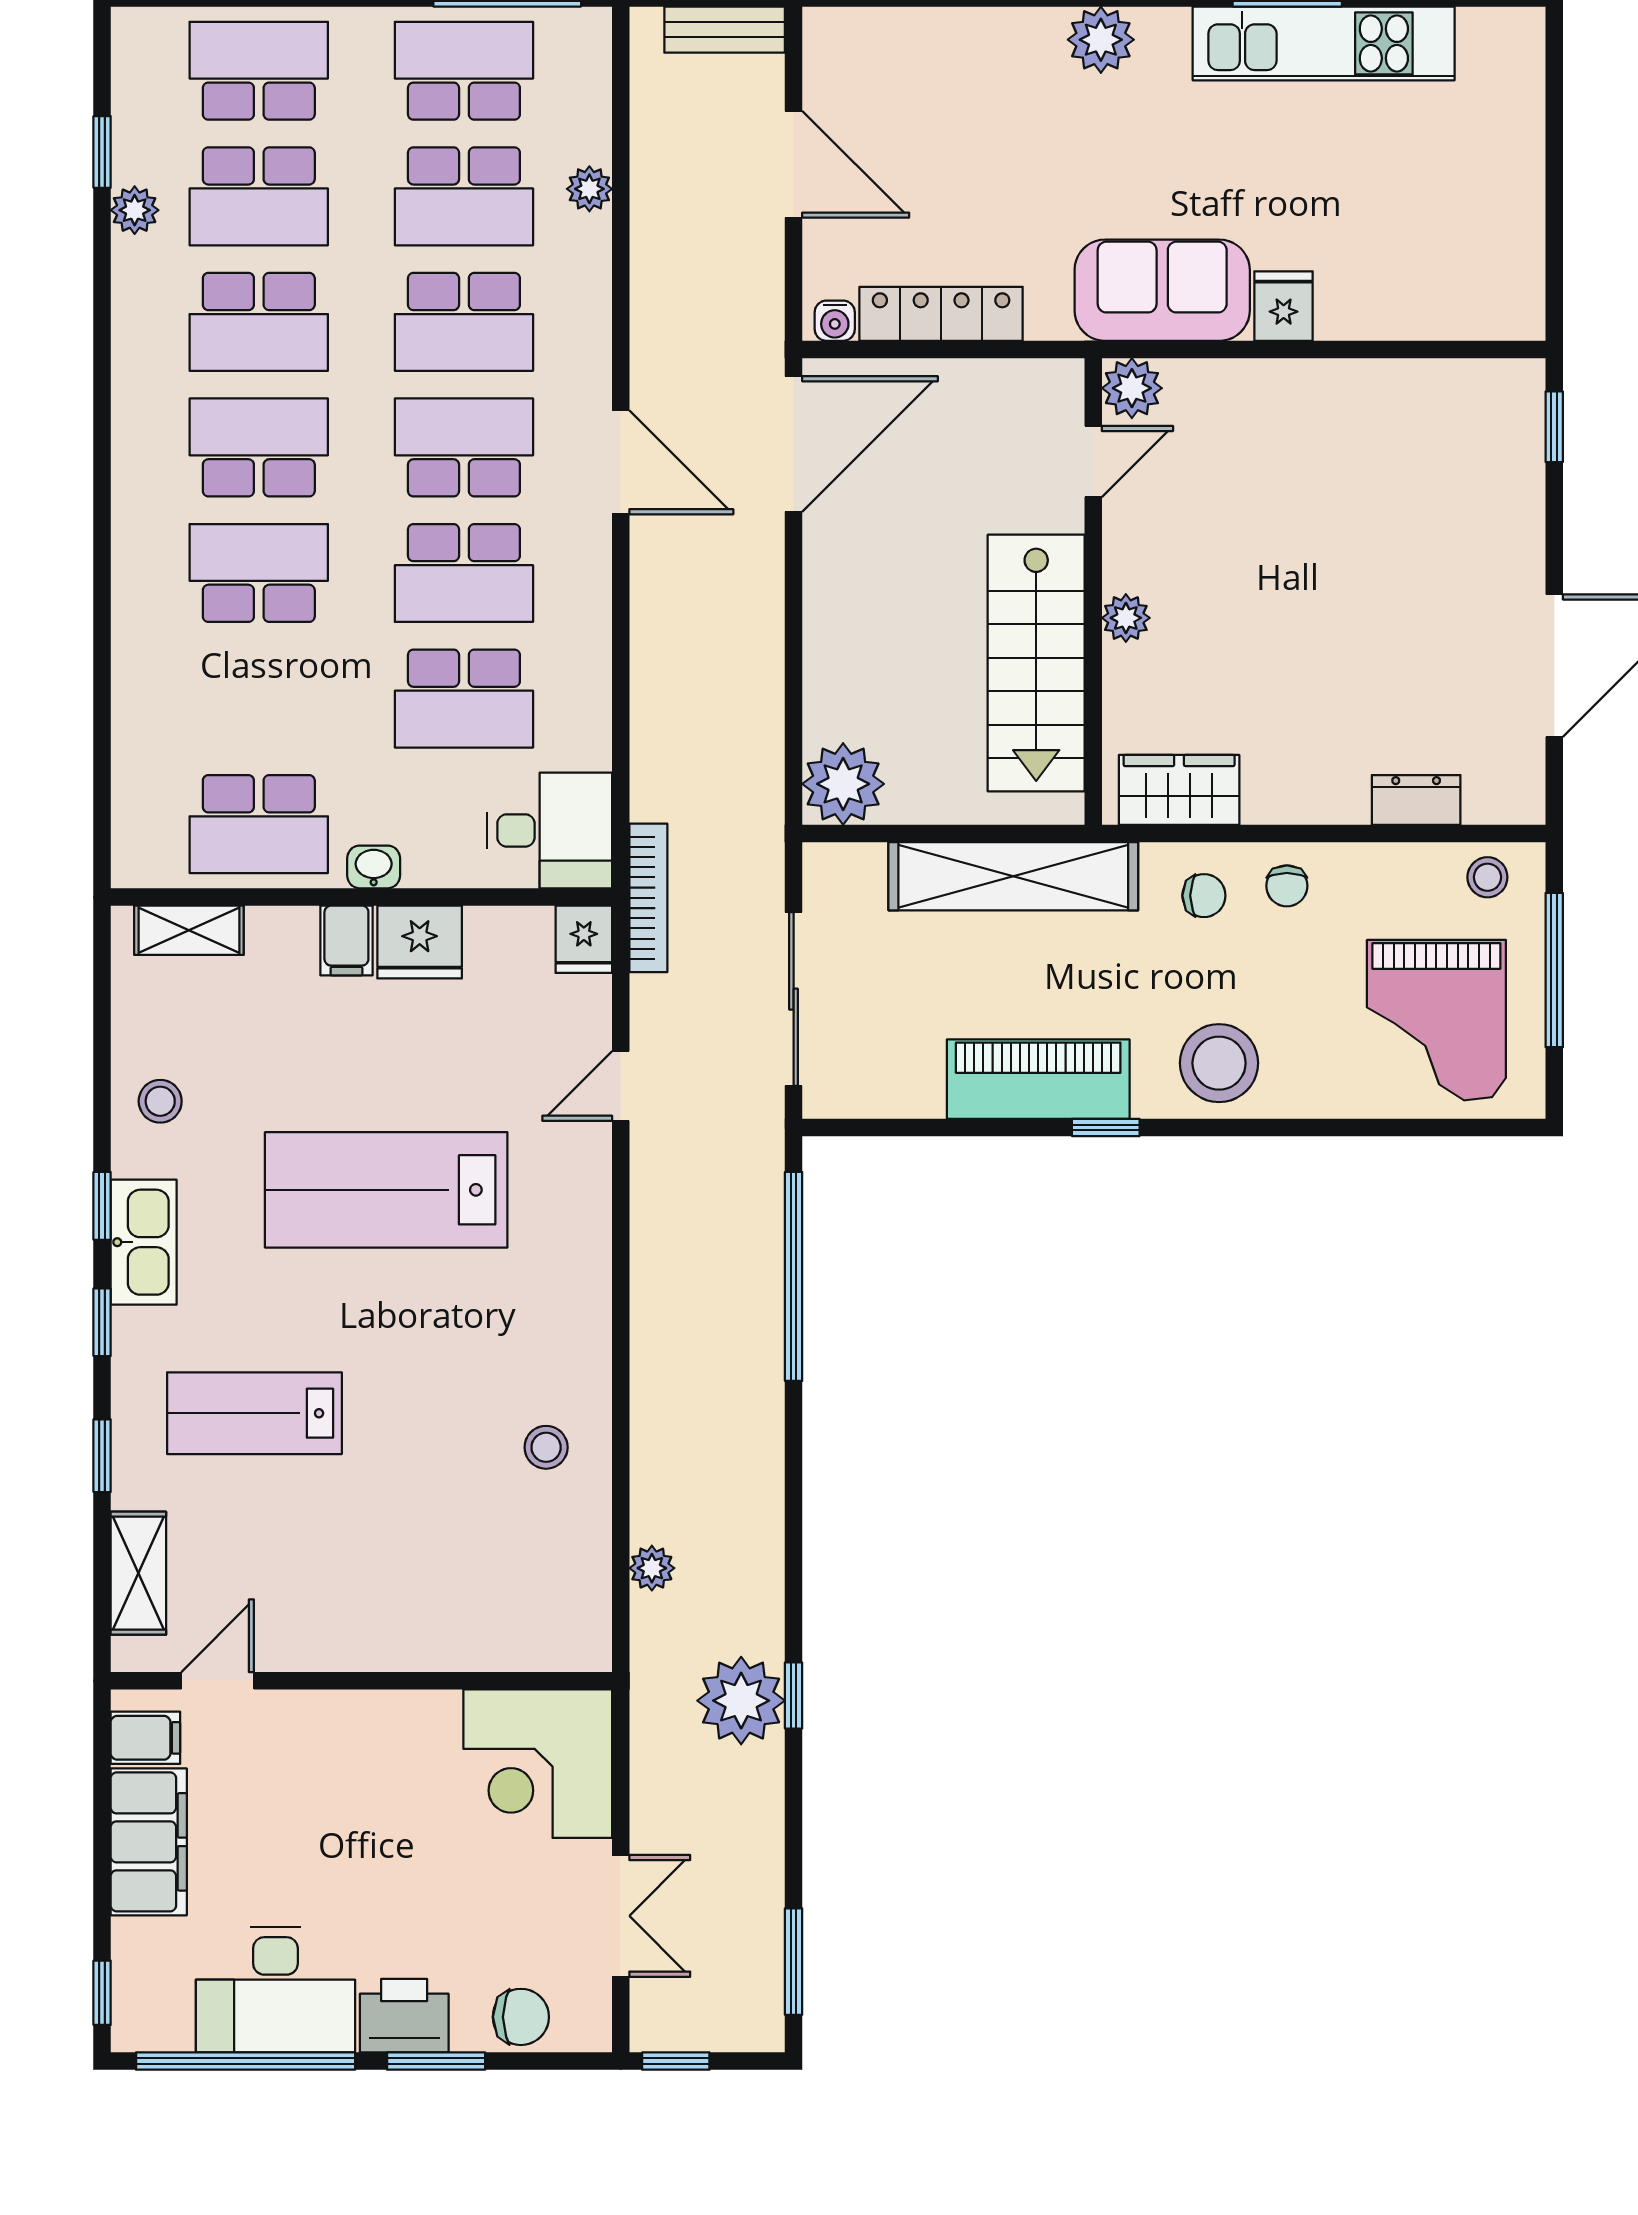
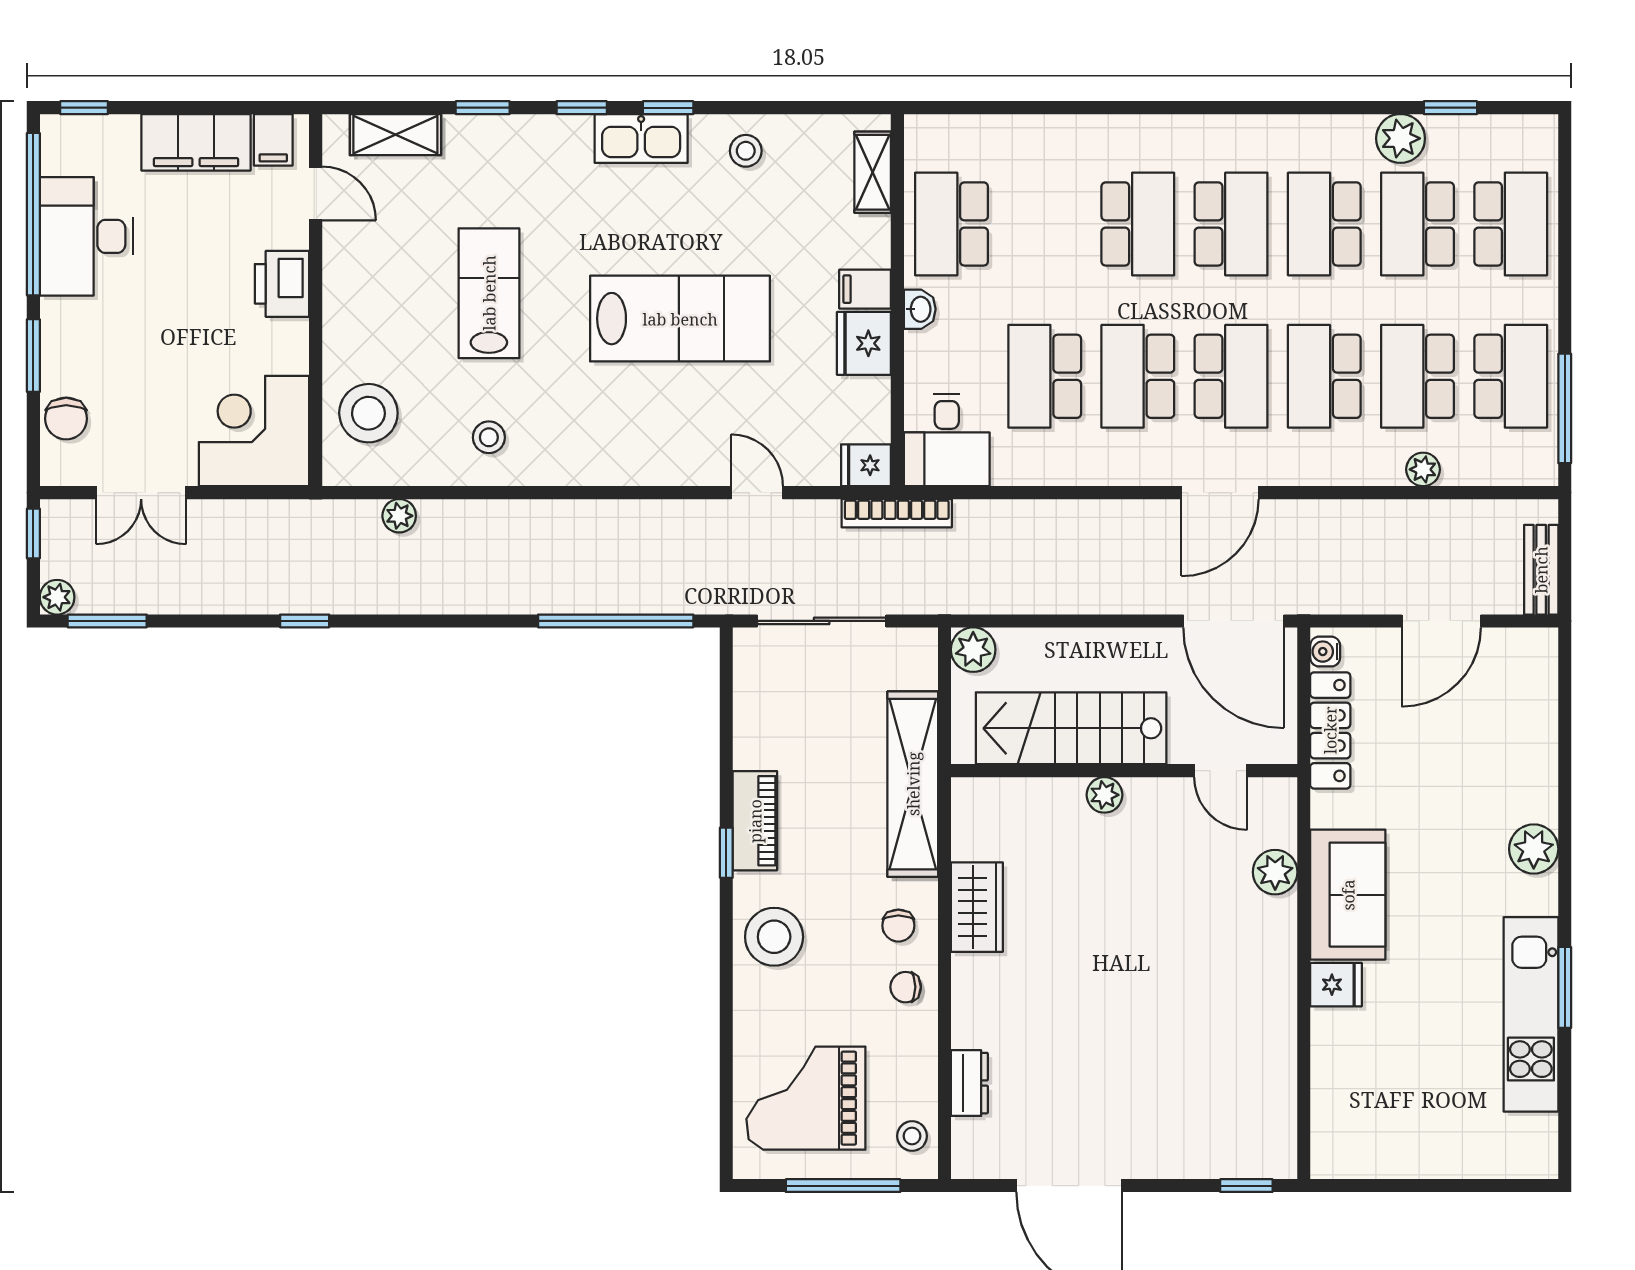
plant: (135, 210) -> (1401, 138), width x1.38, depth x1.38
door: (1093, 461) -> (1221, 771), moved
wall: (1093, 592) -> (1124, 771), moved
plant: (1126, 618) -> (1104, 795), moved
stairs: (1036, 663) -> (1071, 728), moved
plant: (843, 784) -> (973, 650), width x0.73, depth x0.73
piano: (1038, 1079) -> (755, 821), width x0.73, depth x0.75
lab bench: (386, 1190) -> (680, 319), turned 90
lab bench: (254, 1413) -> (489, 293), moved
stool: (514, 1610) -> (368, 413), added
plant: (741, 1701) -> (57, 597), moved, width x0.53, depth x0.53
printer: (404, 2016) -> (282, 284), moved, turned 180

